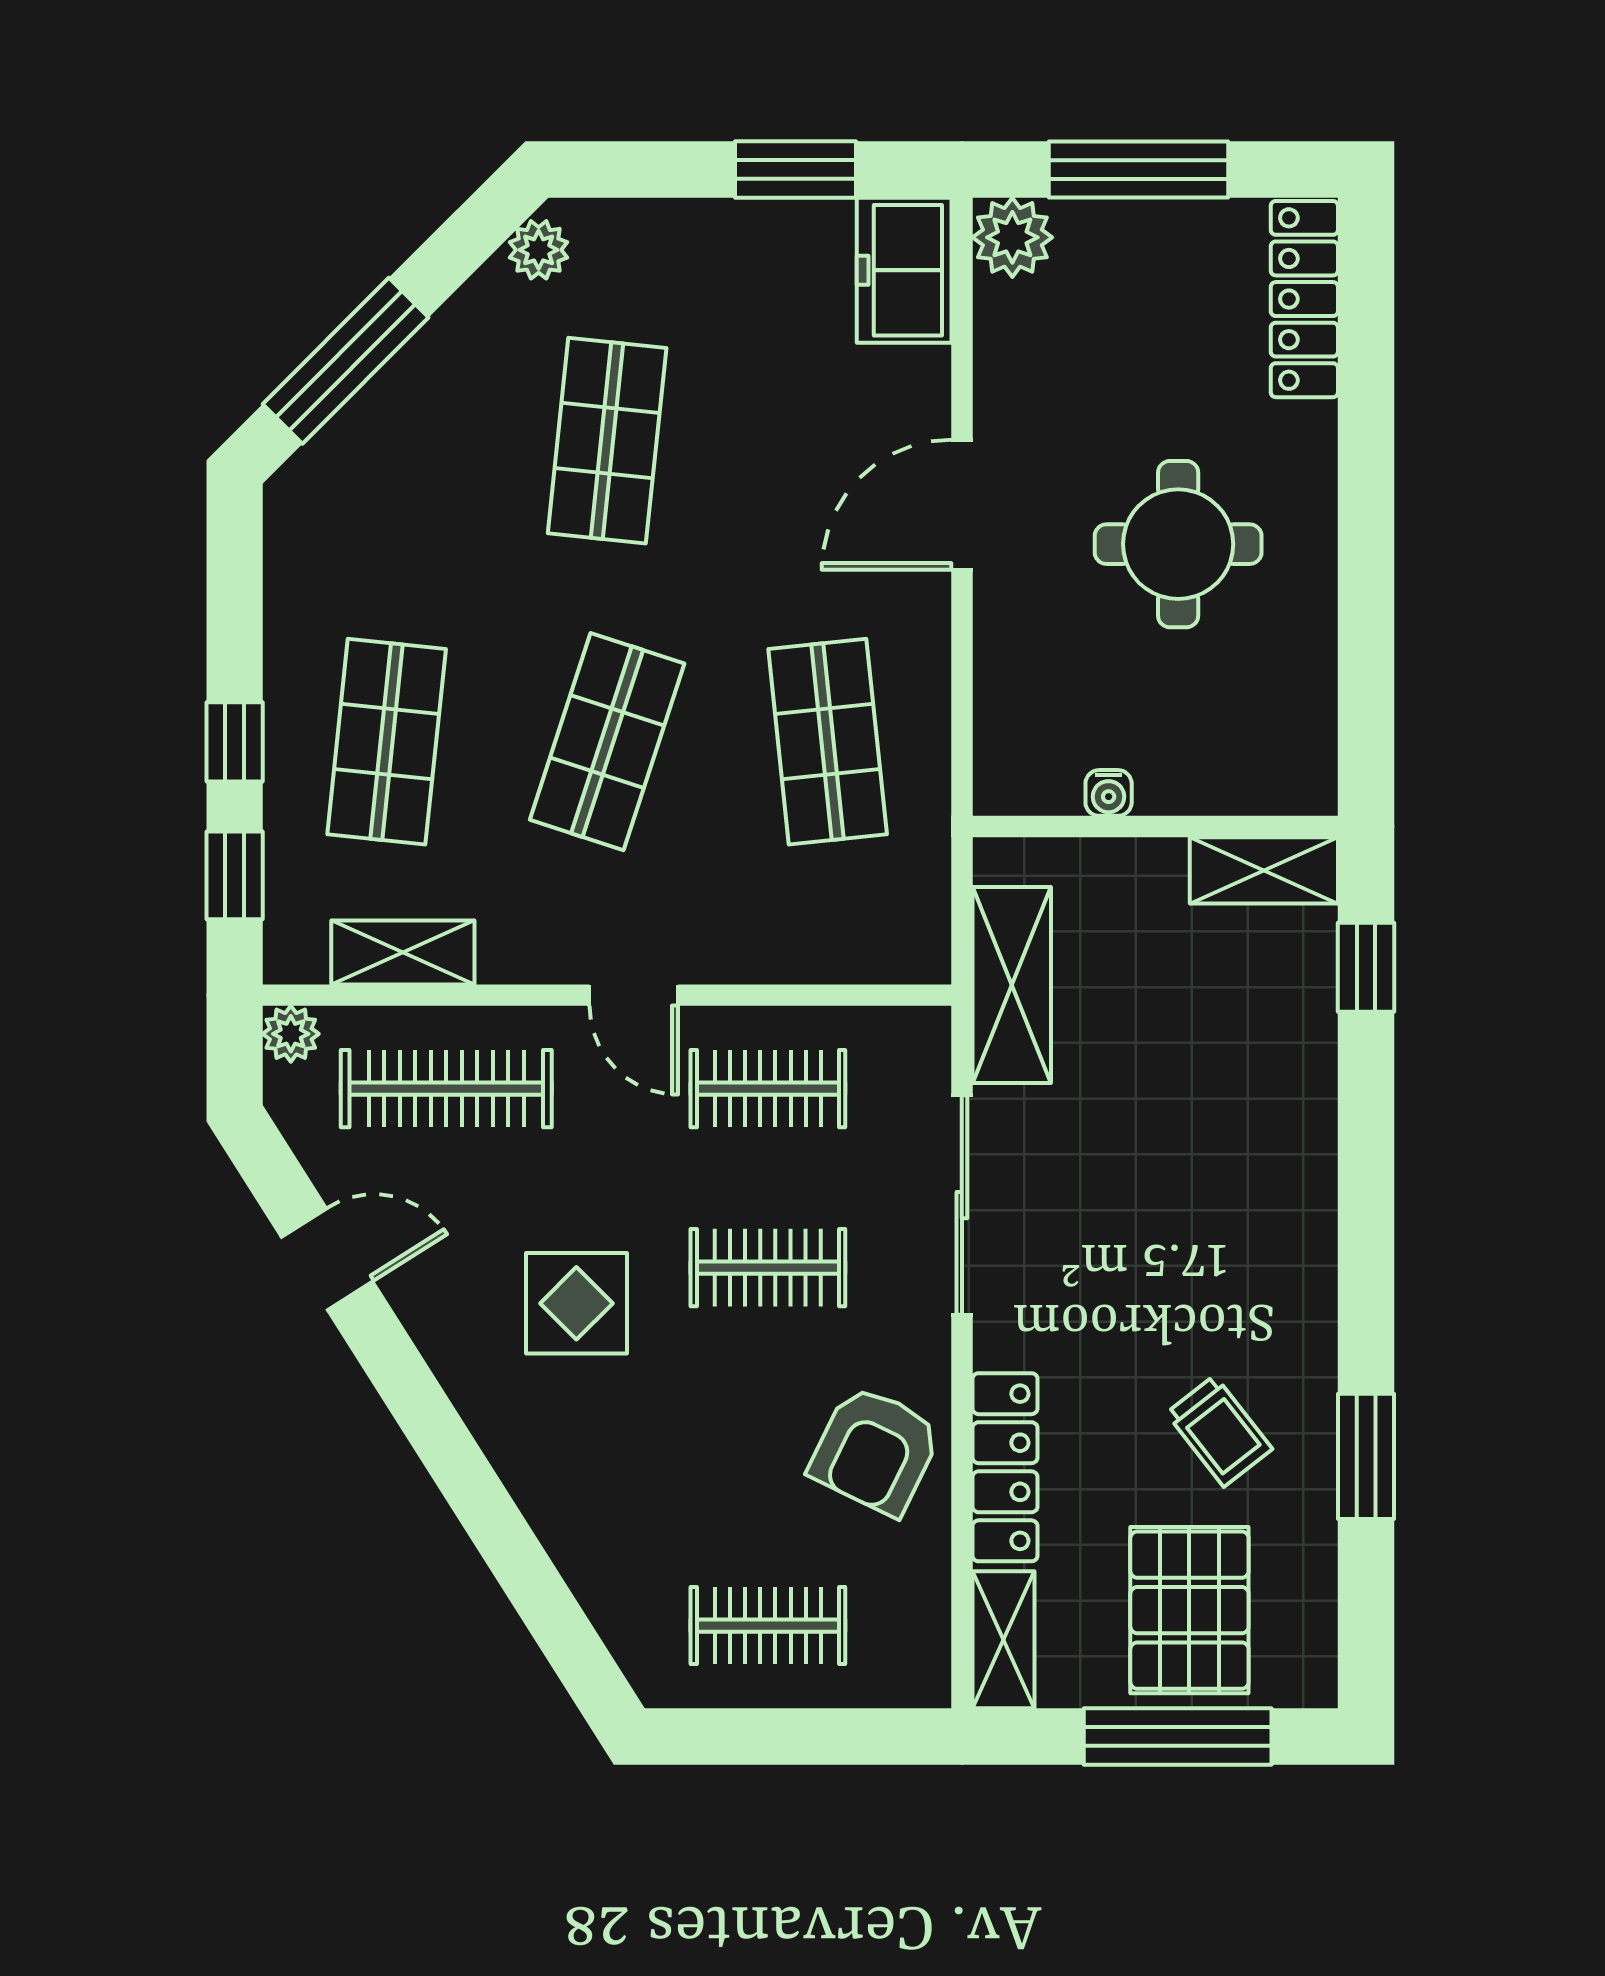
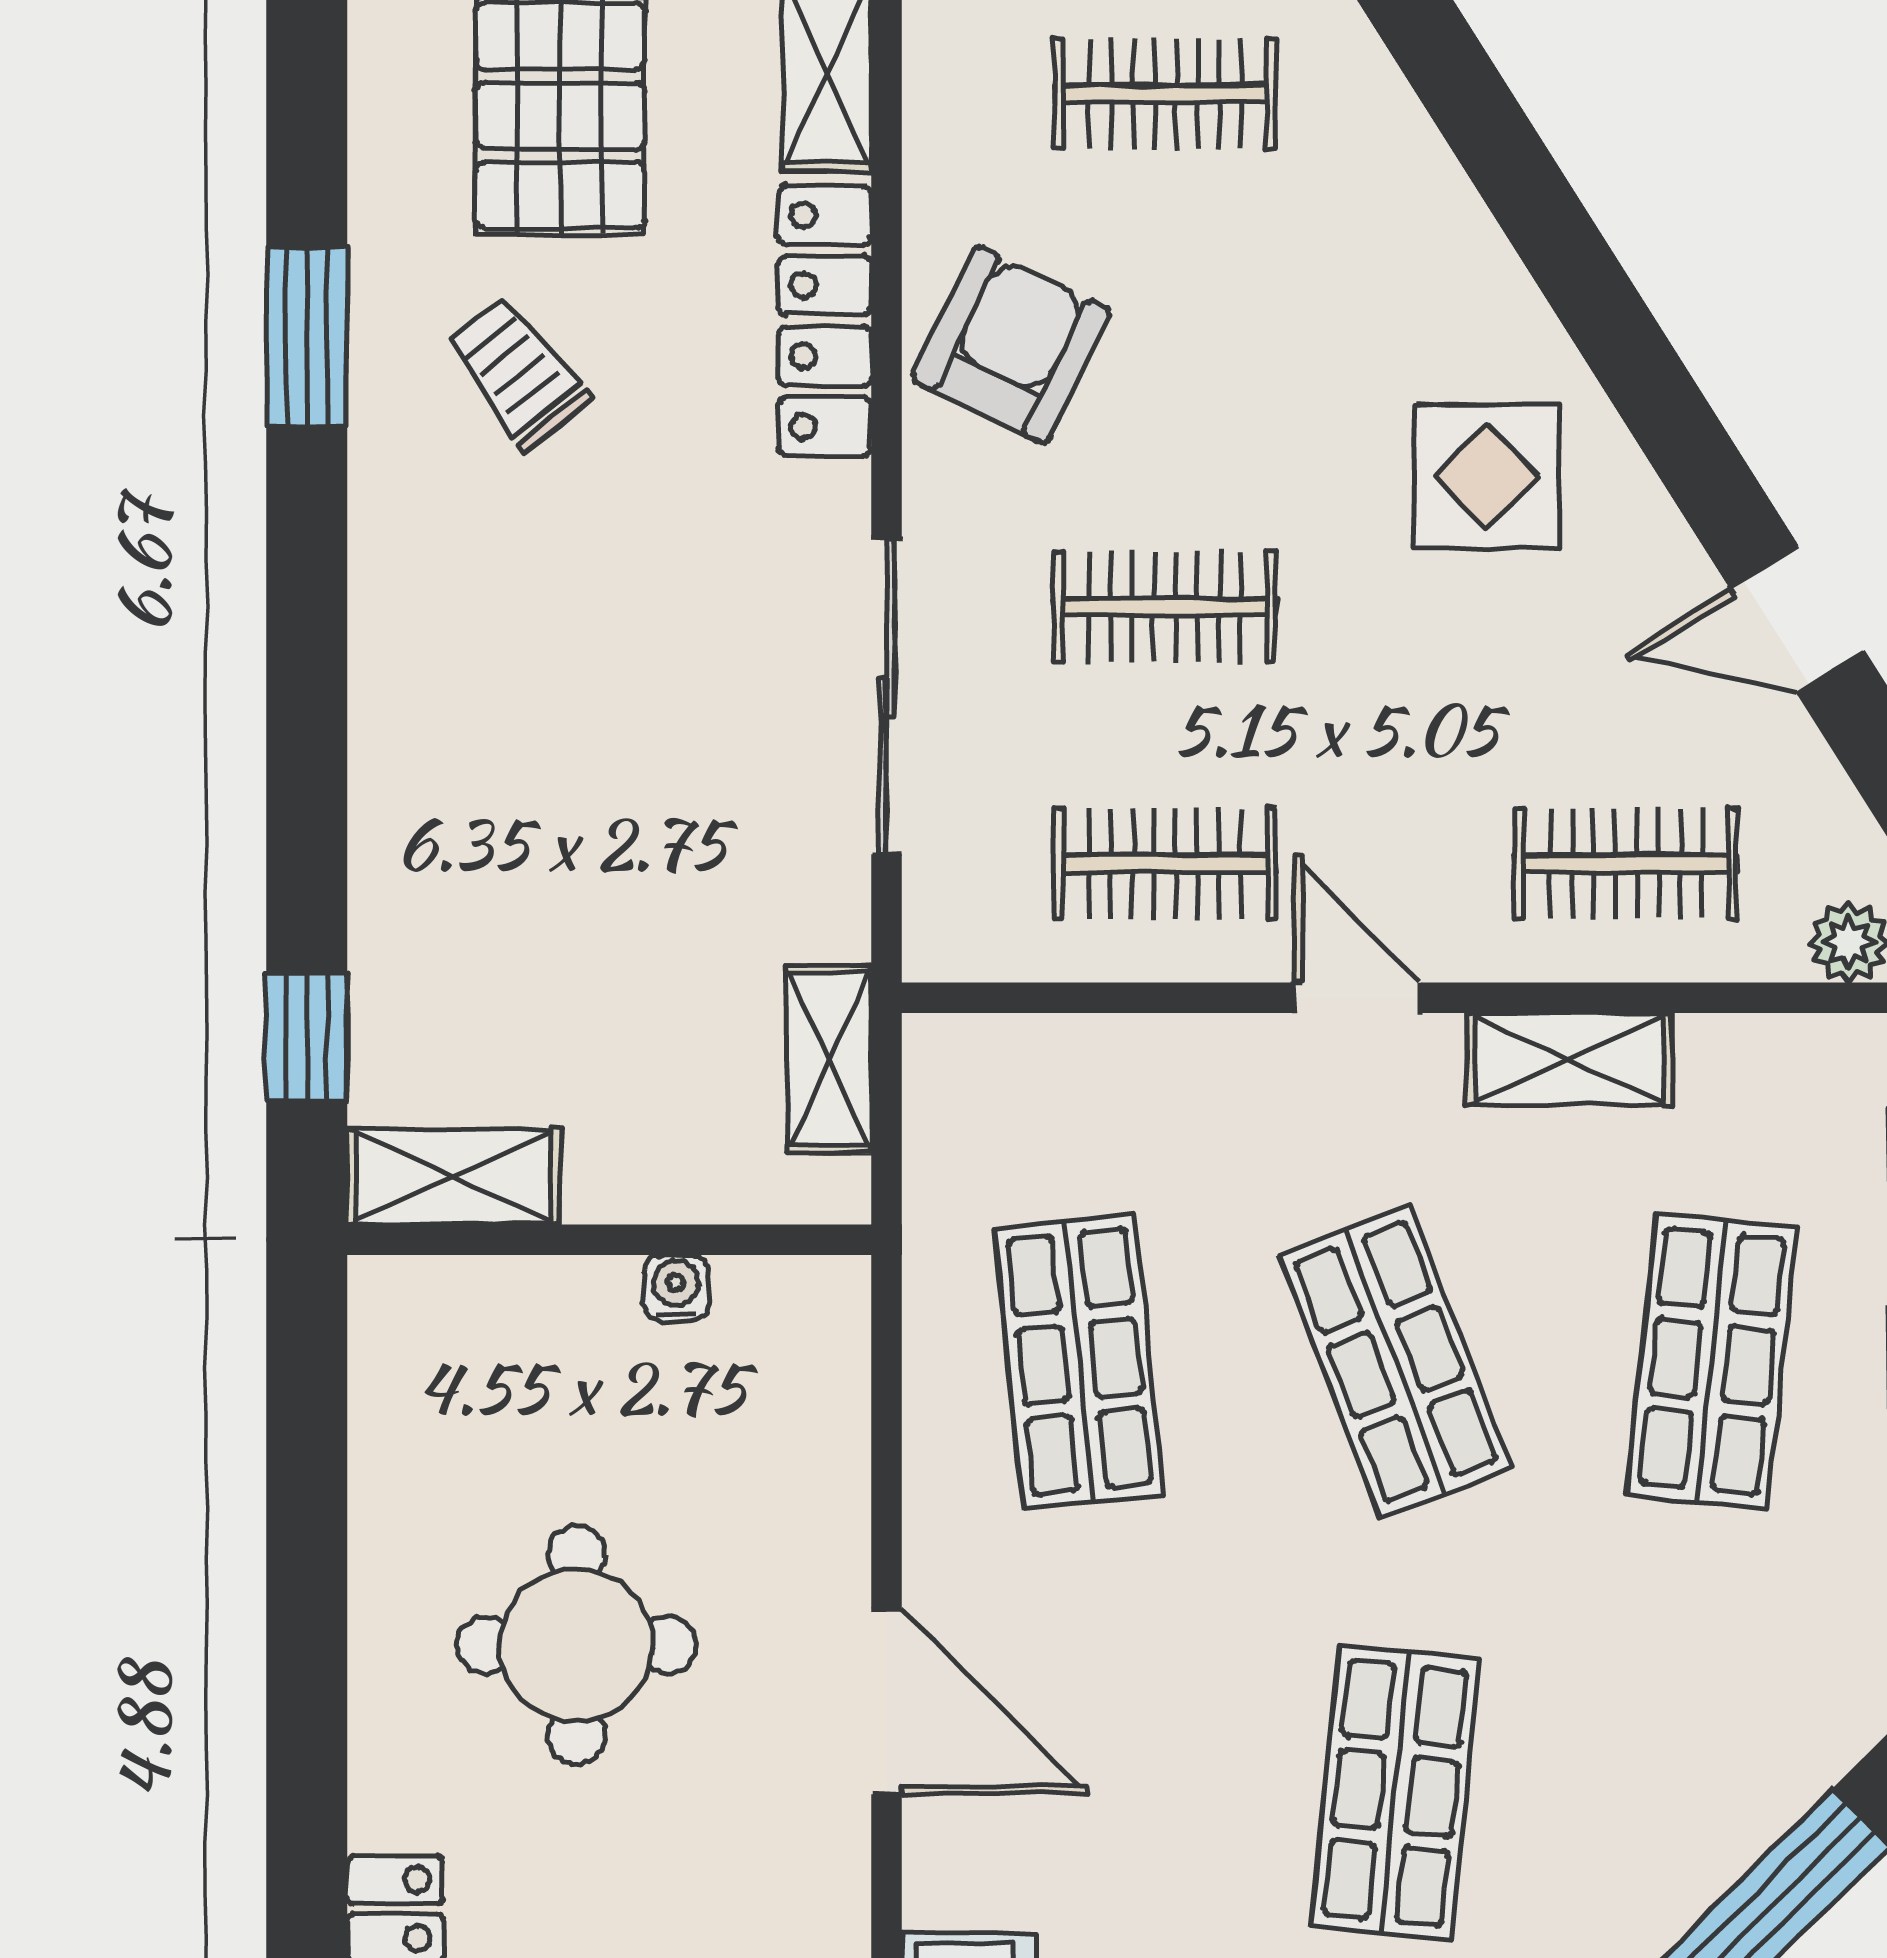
door: (962, 505) -> (886, 1701), hinge flipped
shop shelf: (607, 742) -> (1395, 1361), turned -39
shelving: (403, 952) -> (1569, 1059), moved
shelving: (1012, 985) -> (829, 1059), width x0.67, depth x0.75
clothes rail: (446, 1089) -> (1626, 864), width x0.73
display table: (576, 1303) -> (1487, 476), moved

